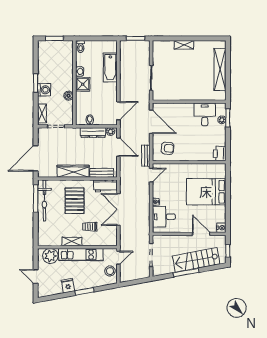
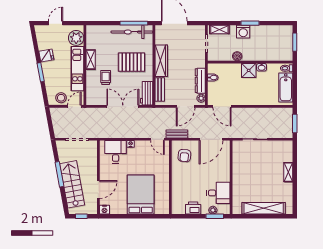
bathtub: (110, 67) -> (286, 87), moved, turned -90
printer: (220, 154) -> (193, 208), moved
door: (118, 258) -> (74, 106), swing flipped

